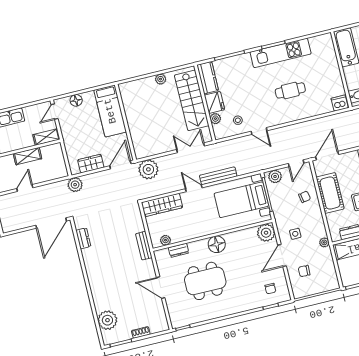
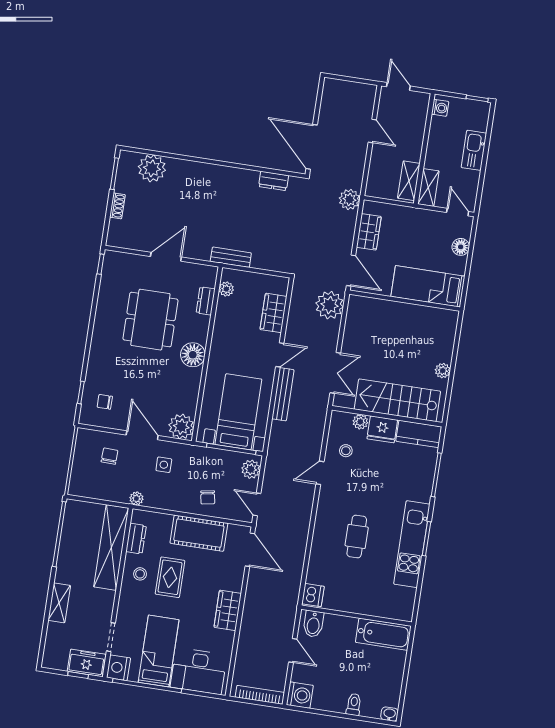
shelving: (27, 156) -> (409, 181), moved
wardrobe: (162, 205) -> (273, 313), width x0.67

